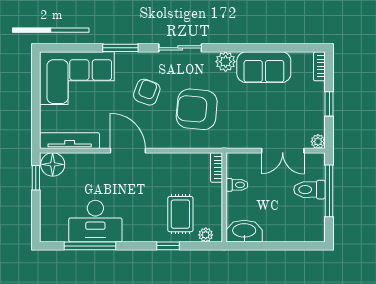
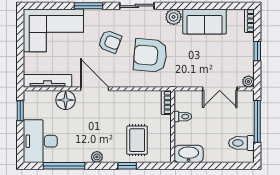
armchair: (147, 92) -> (110, 42), turned 91
floor lamp: (53, 164) -> (66, 100), moved
toilet: (310, 190) -> (241, 143), moved
desk: (95, 221) -> (40, 141), moved, turned 90
plant: (206, 235) -> (97, 157), moved

